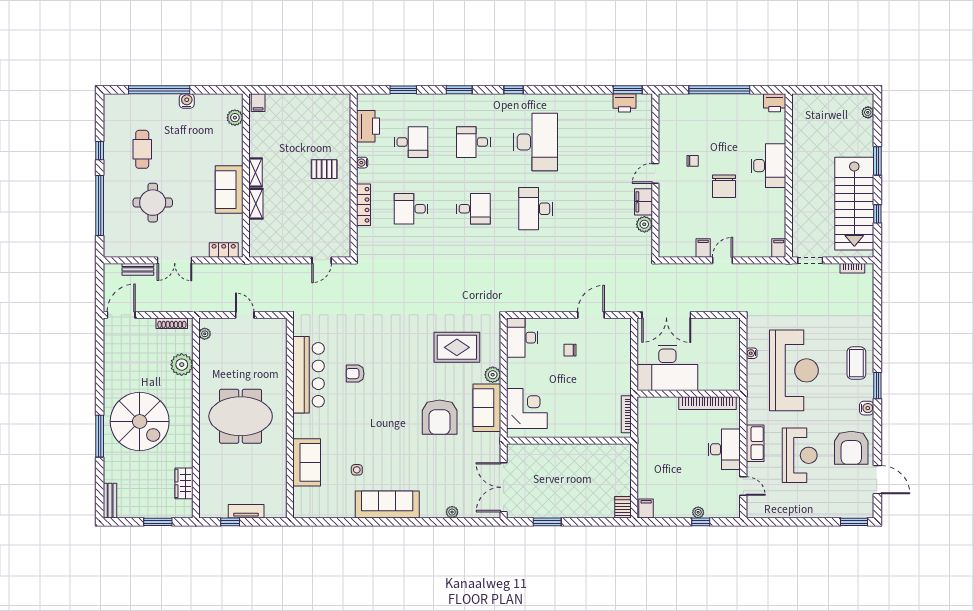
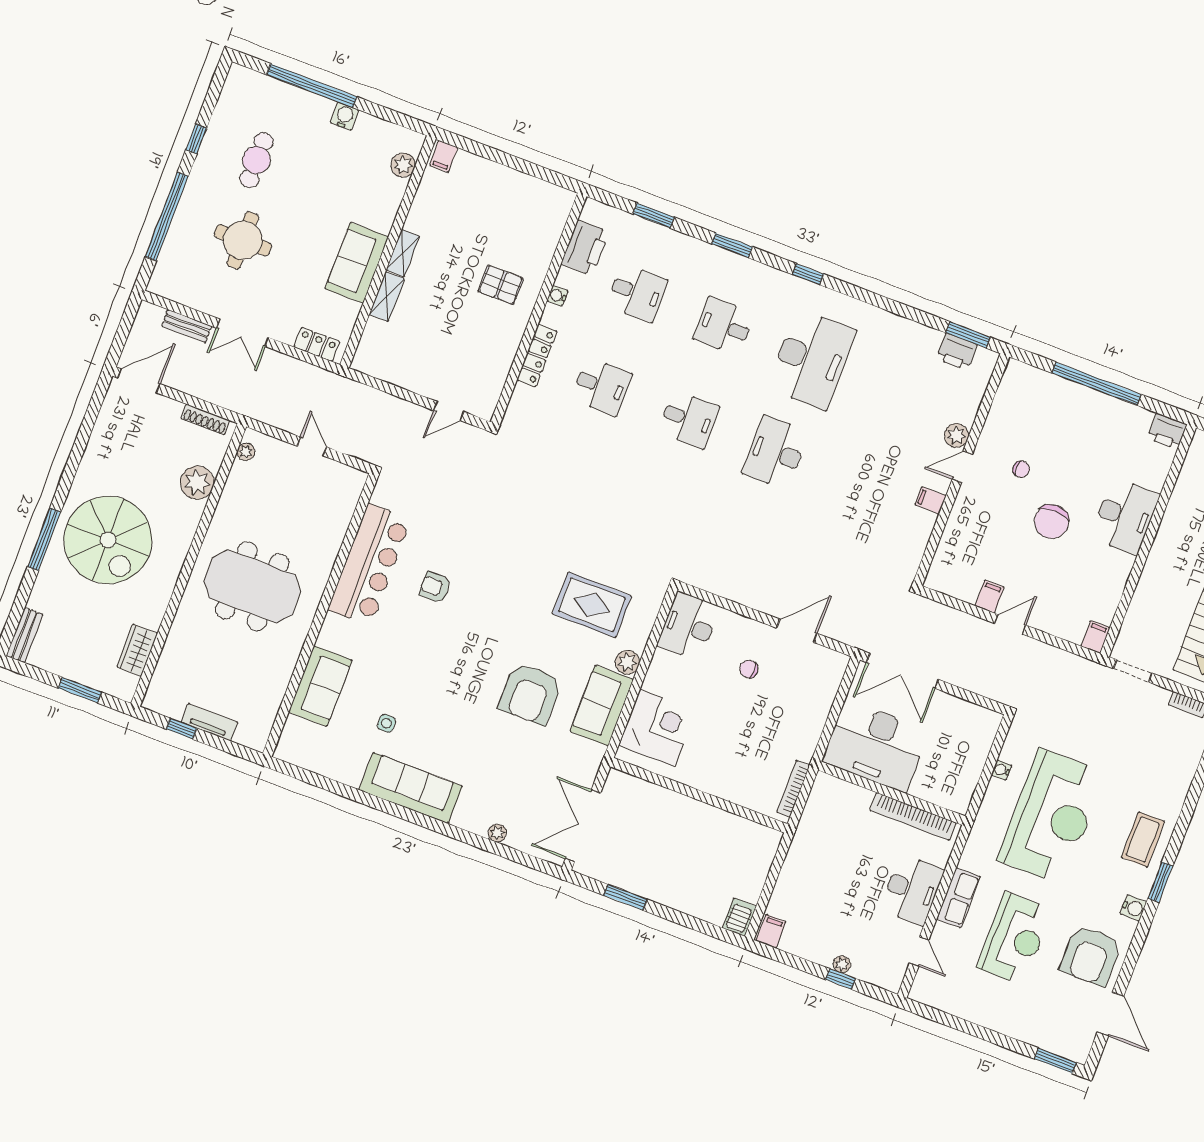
filing cabinet: (643, 202) -> (931, 500), width x0.50
desk: (411, 209) -> (601, 386), turned 180
plant: (644, 224) -> (956, 435), moved

